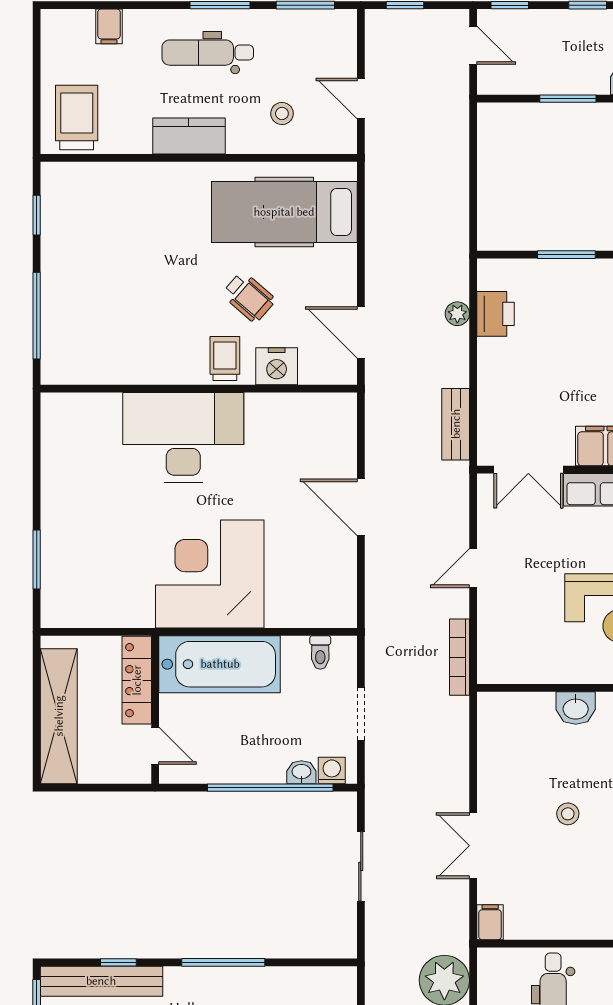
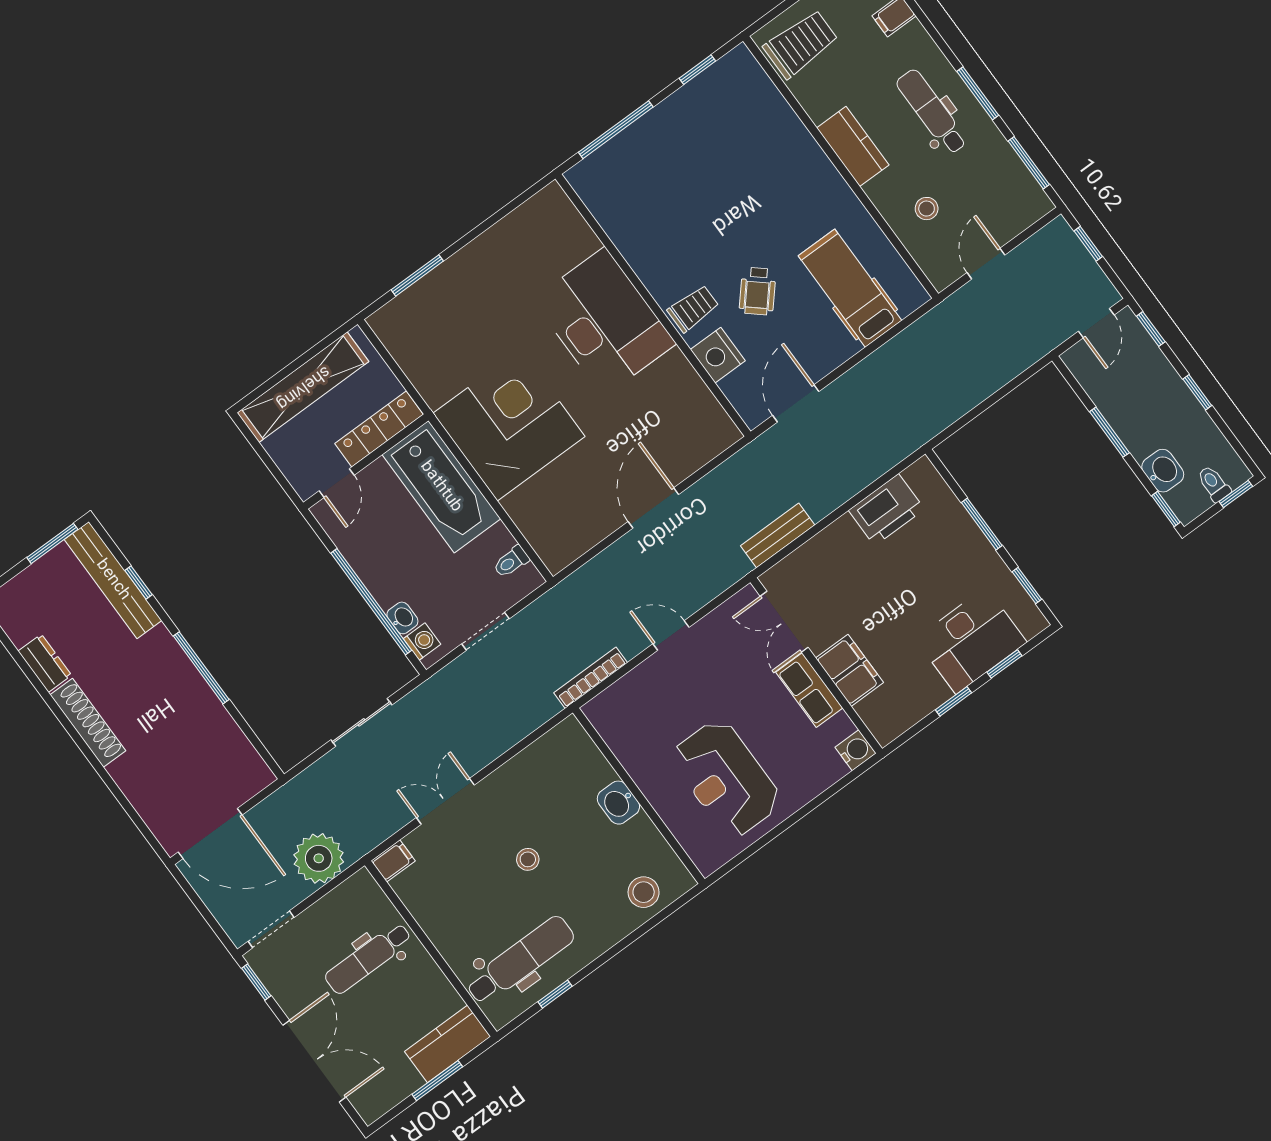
hospital bed: (284, 212) -> (850, 288), width x0.73, depth x0.78
plant: (457, 314) -> (869, 471), removed
printer: (495, 314) -> (886, 510), width x1.37, depth x1.19

